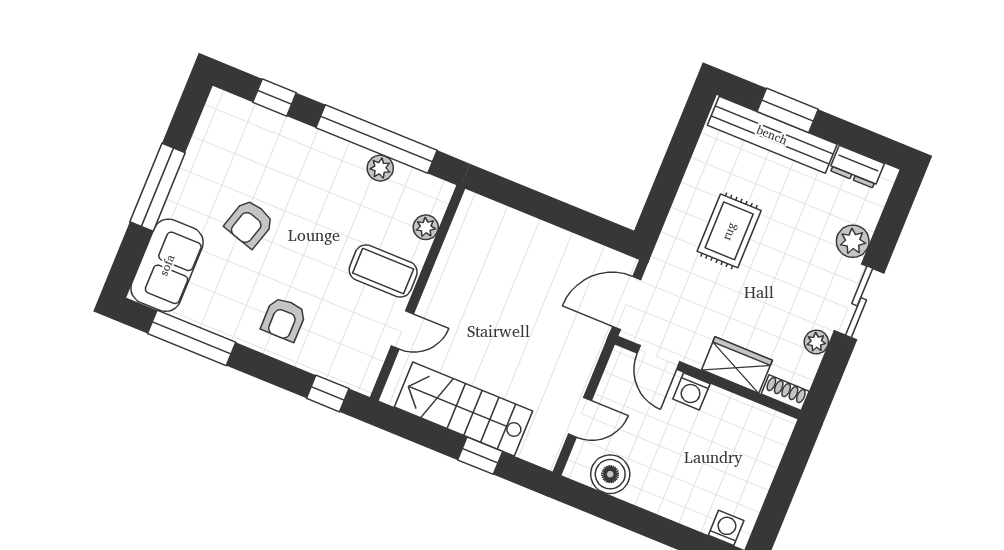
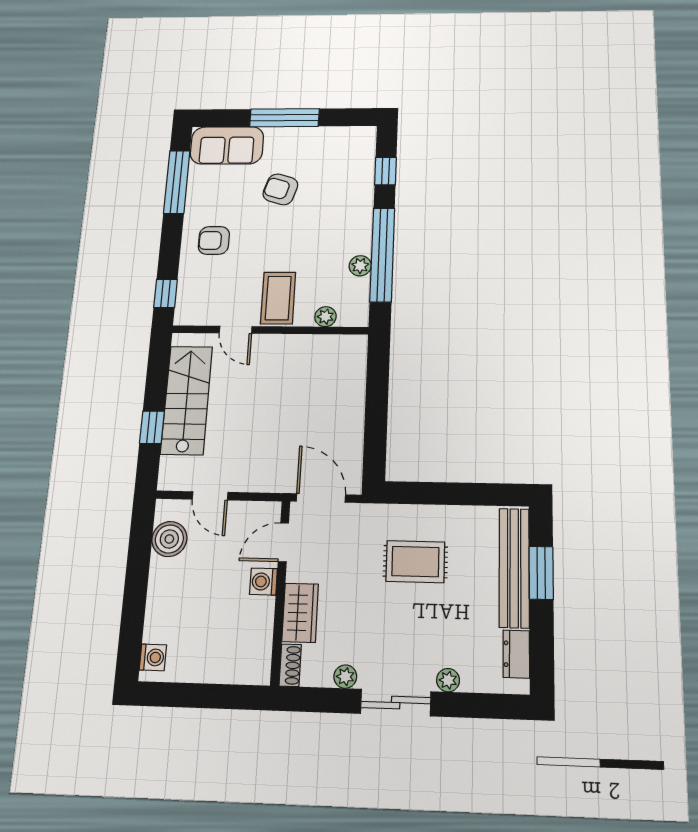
plant: (853, 241) -> (448, 680), width x0.73, depth x0.73

